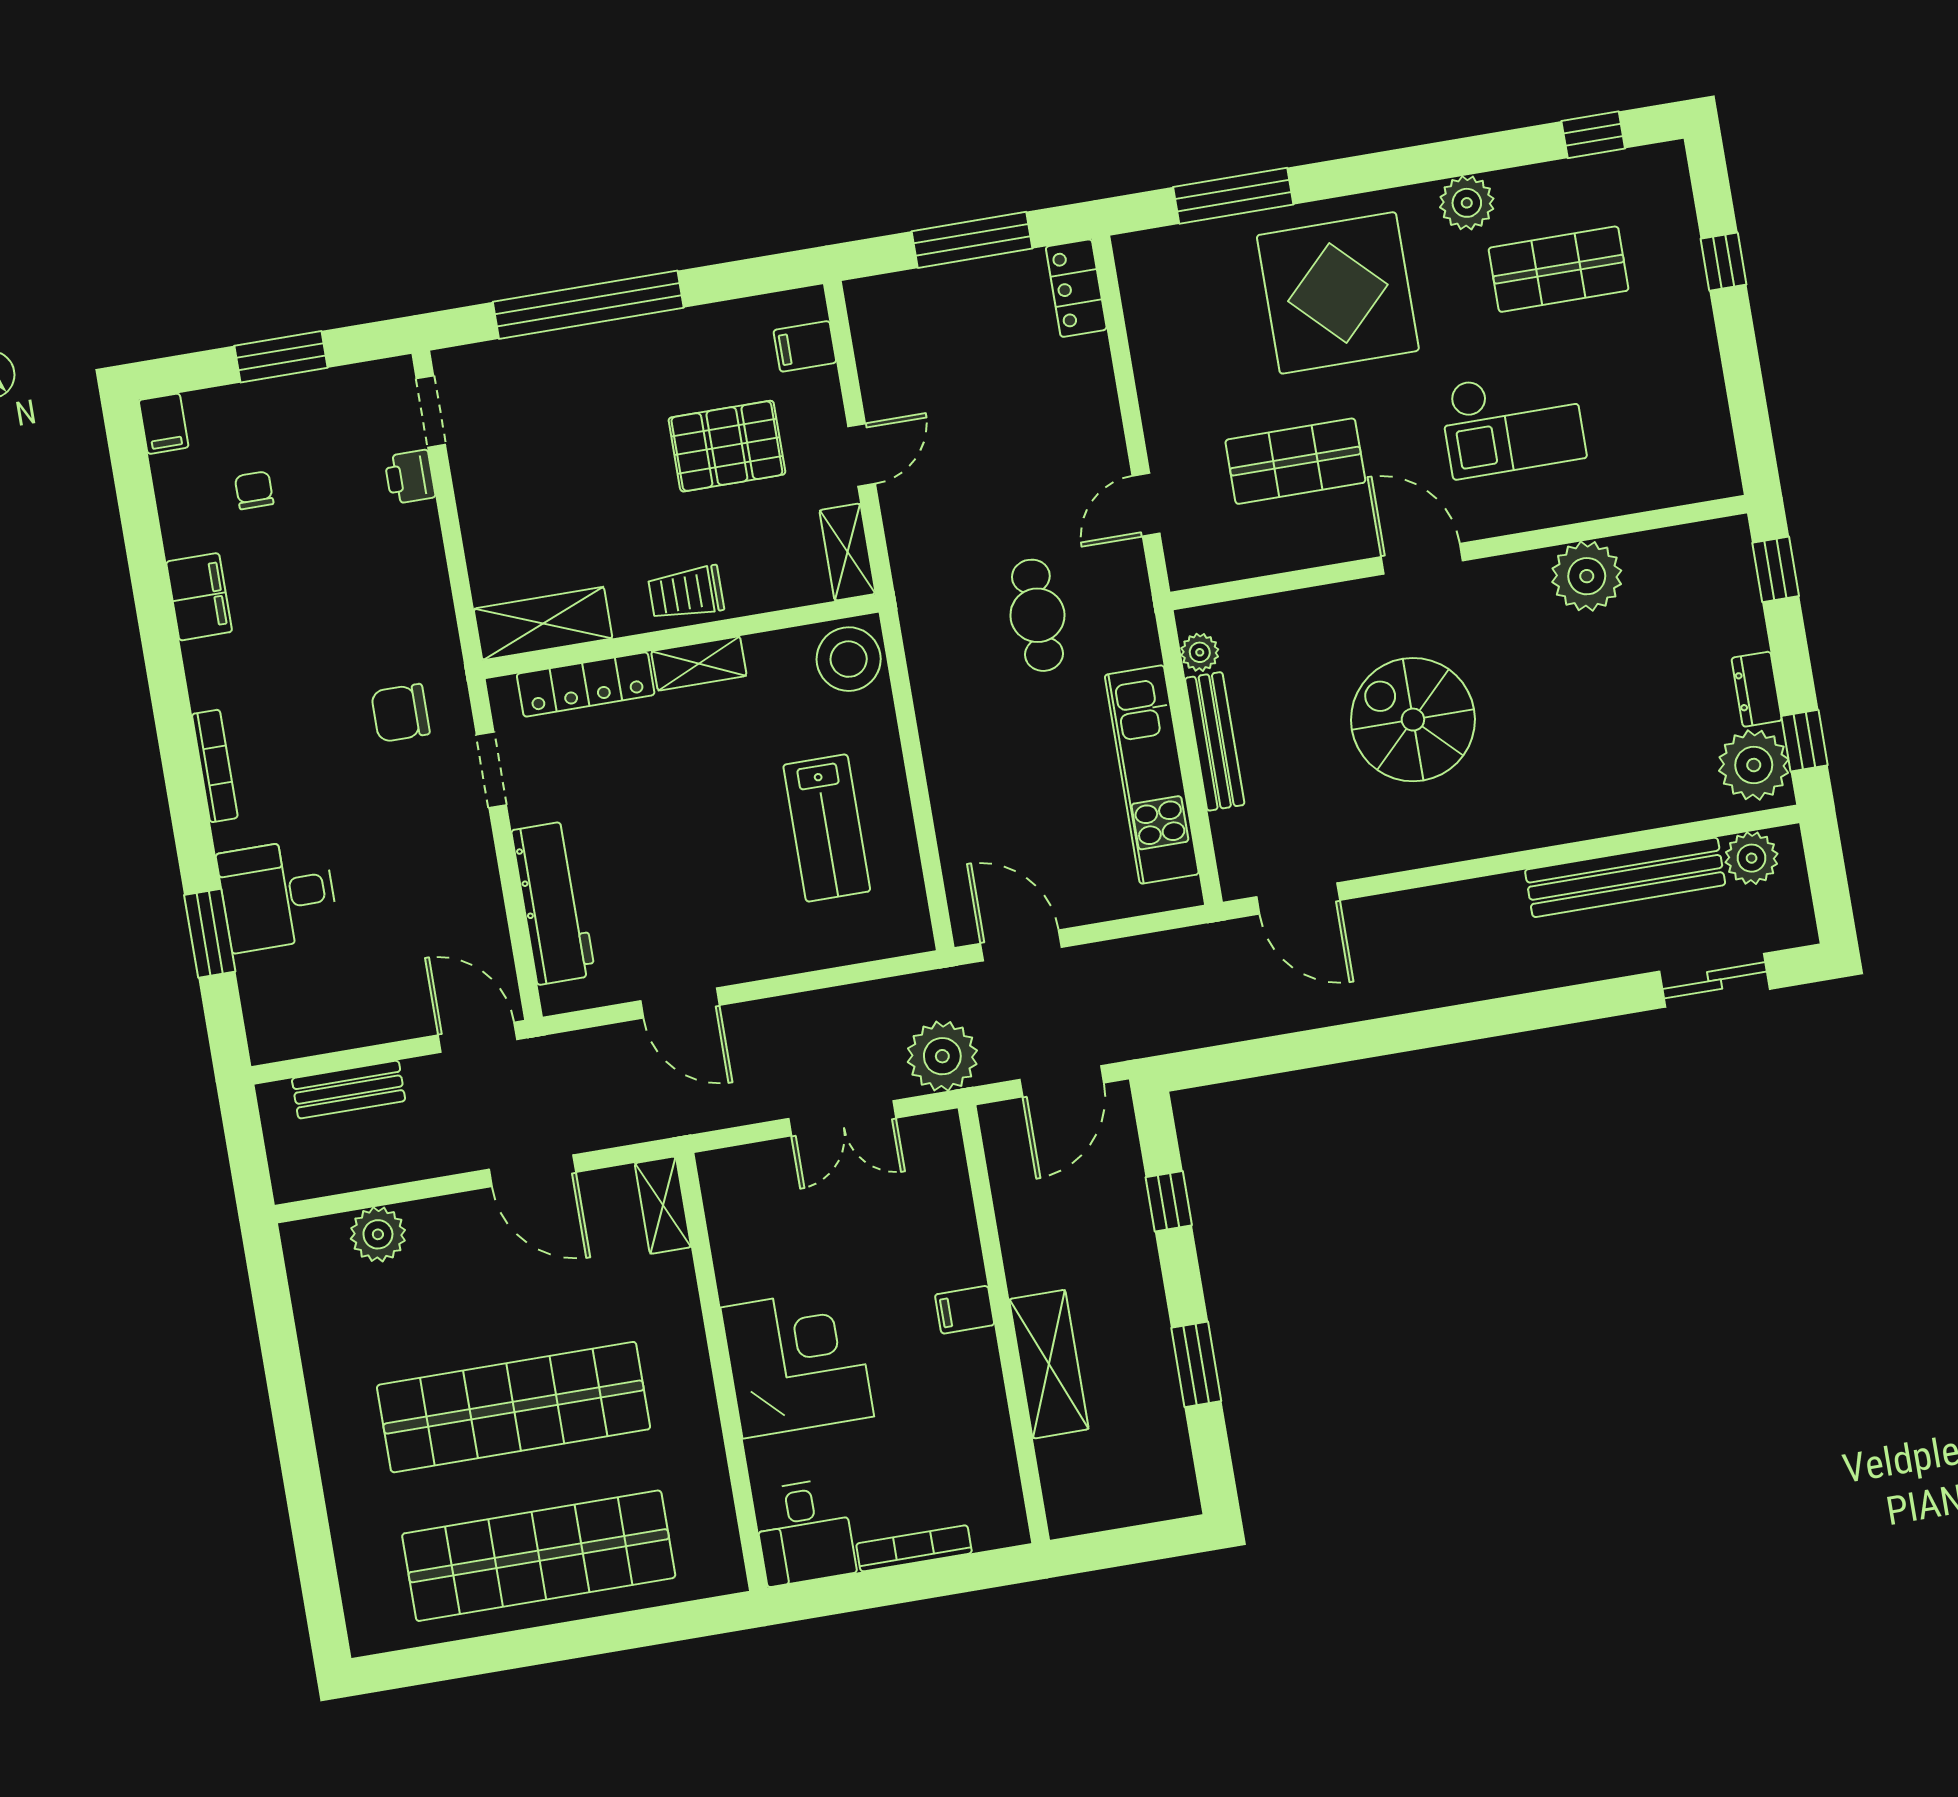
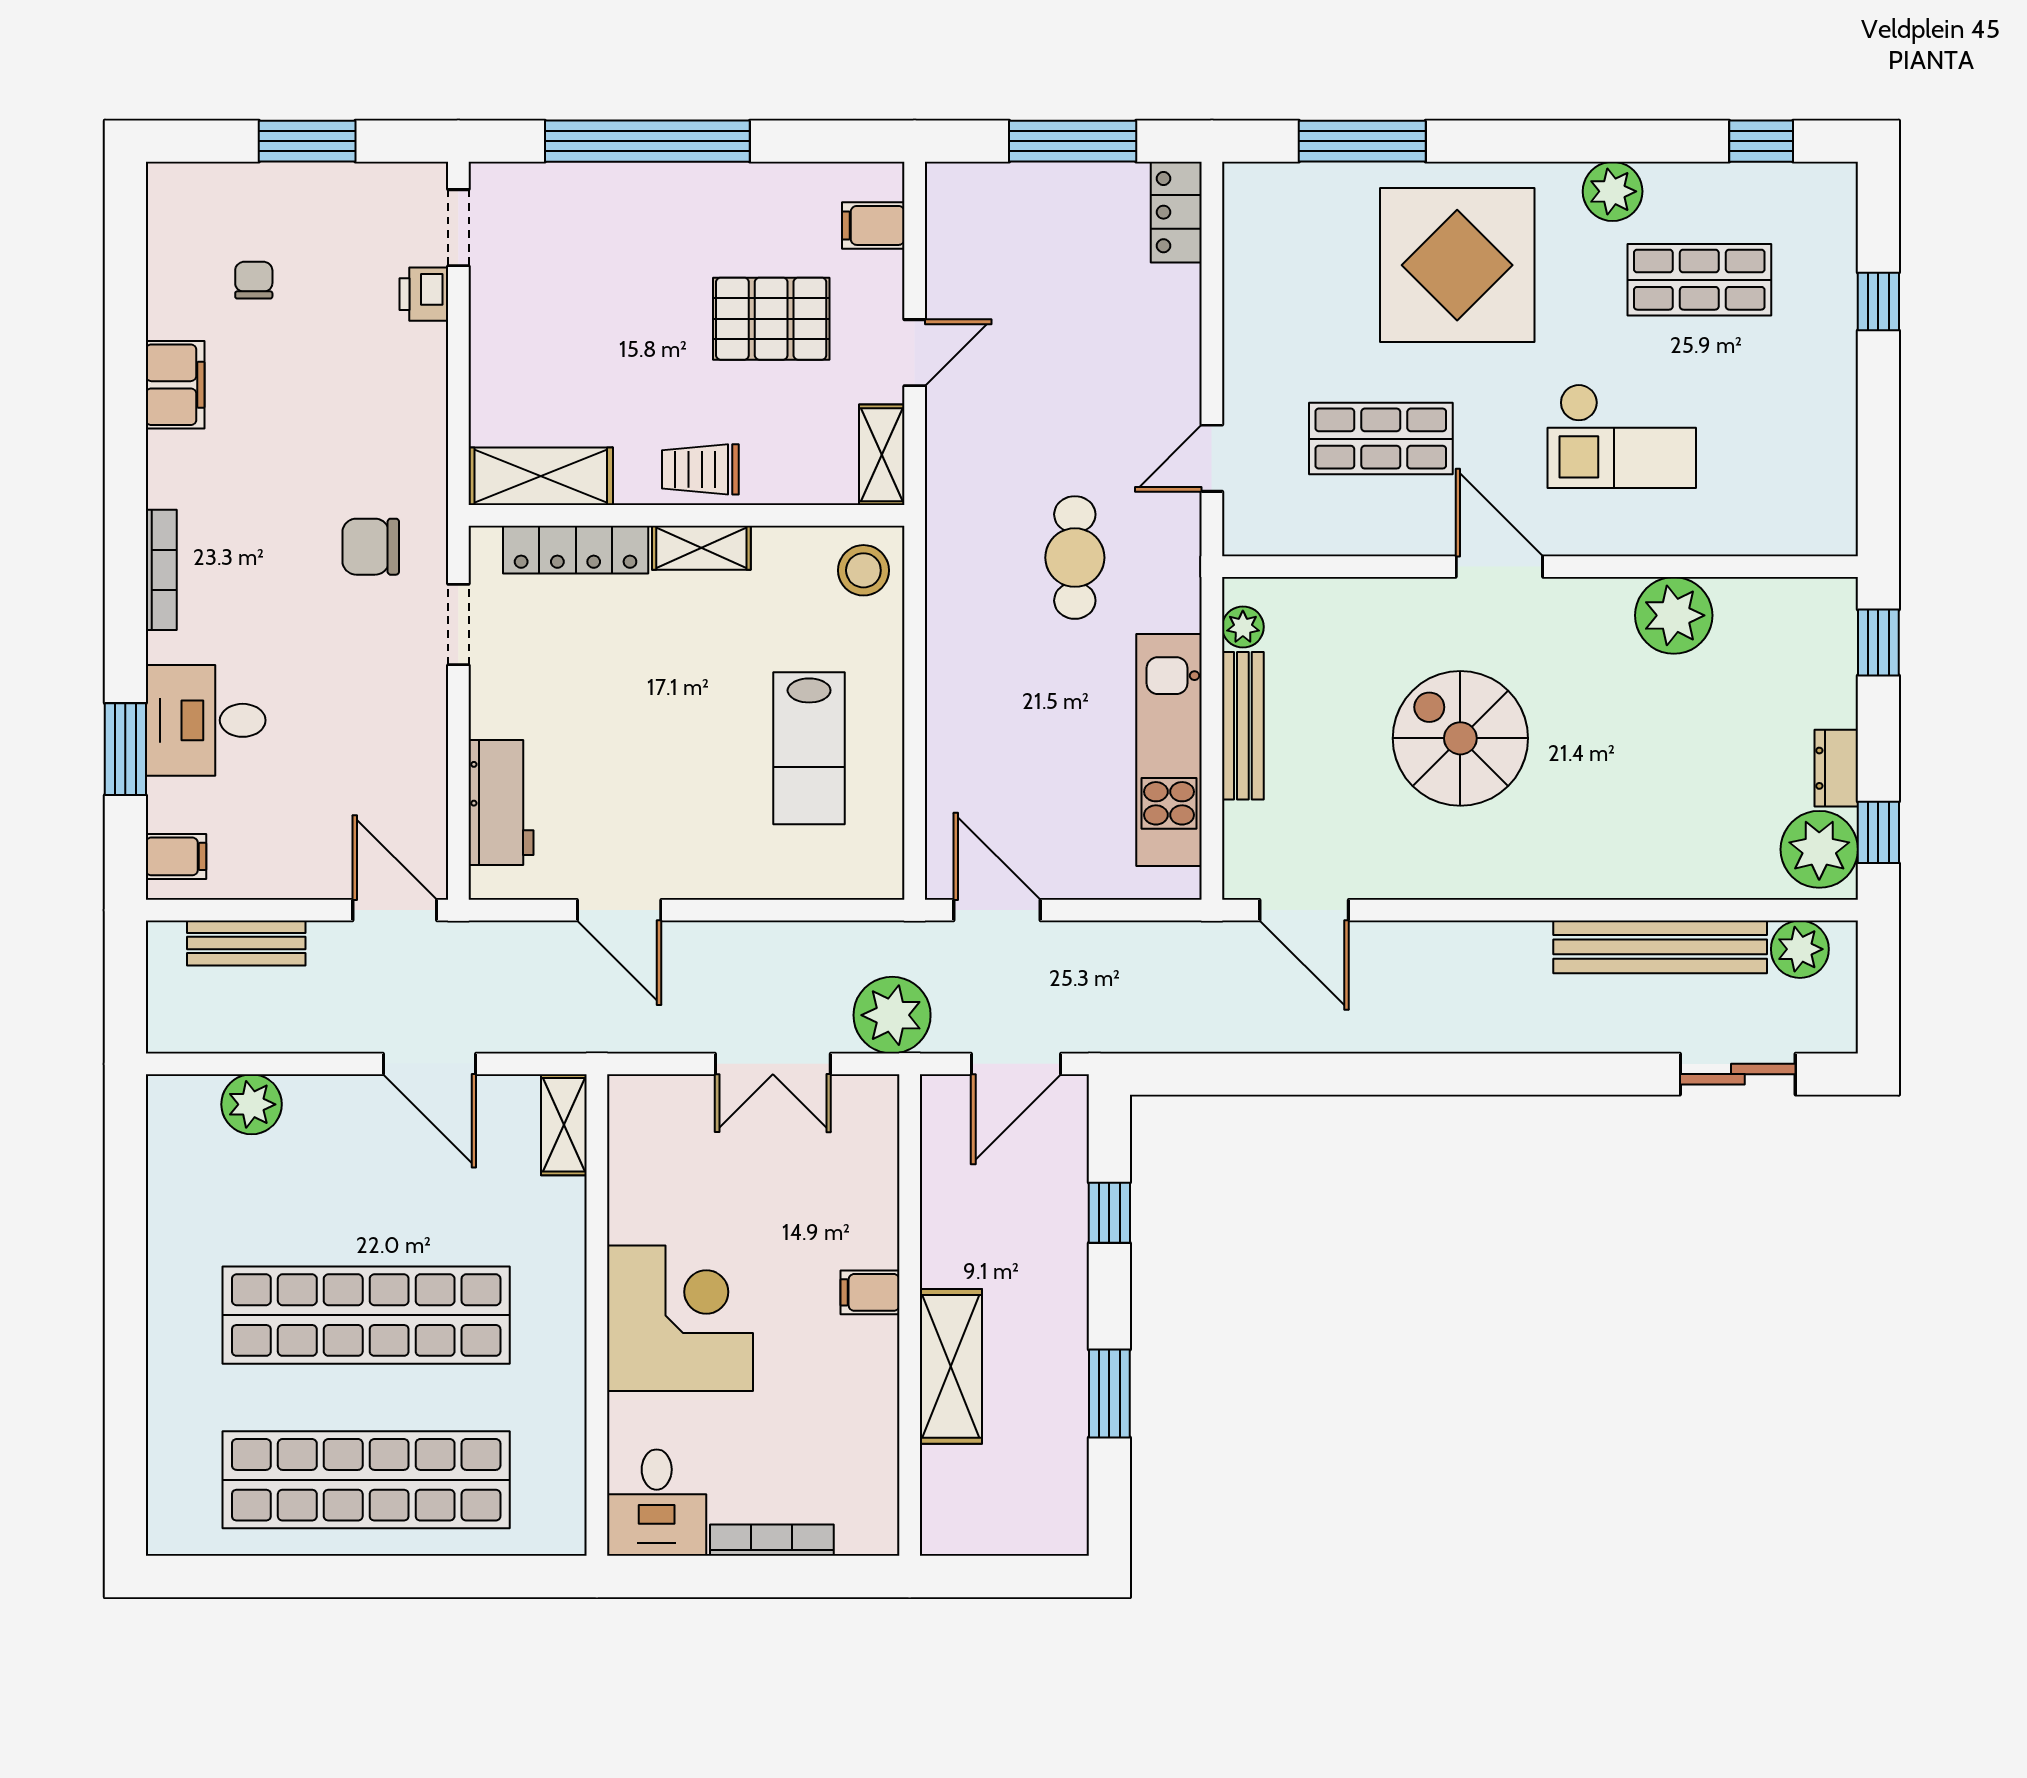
filing cabinet: (164, 424) -> (176, 856), moved, turned -90
stool: (849, 659) -> (863, 570), width x0.73, depth x0.73
workbench: (553, 903) -> (501, 803), width x0.73

